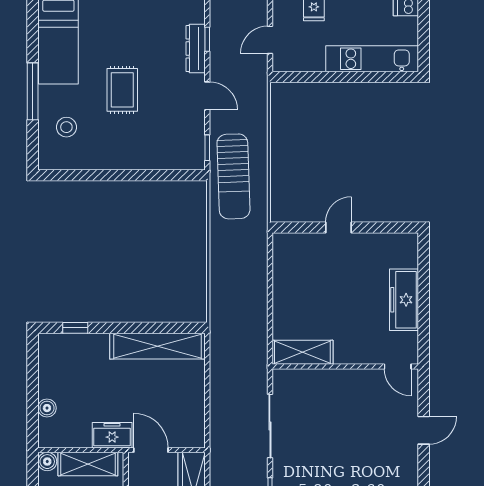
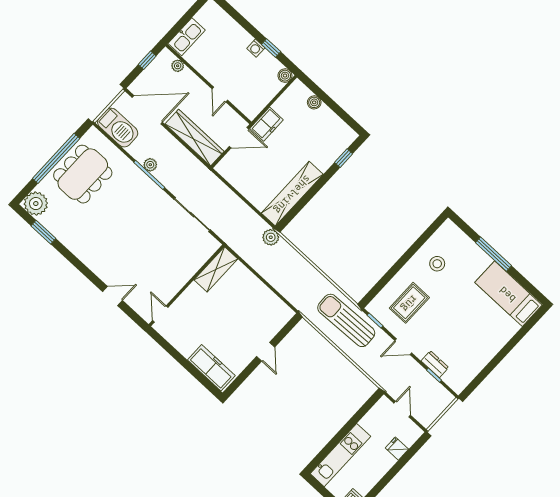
dresser: (196, 49) -> (435, 364), width x0.70
rug: (122, 90) -> (409, 303), moved, turned 90
stool: (66, 127) -> (437, 264), moved
freezer: (404, 300) -> (211, 368), moved
plant: (220, 327) -> (271, 237), added
door: (398, 367) -> (160, 314), hinge flipped
door: (424, 430) -> (112, 296), swing flipped
shelving: (88, 464) -> (263, 96), removed

